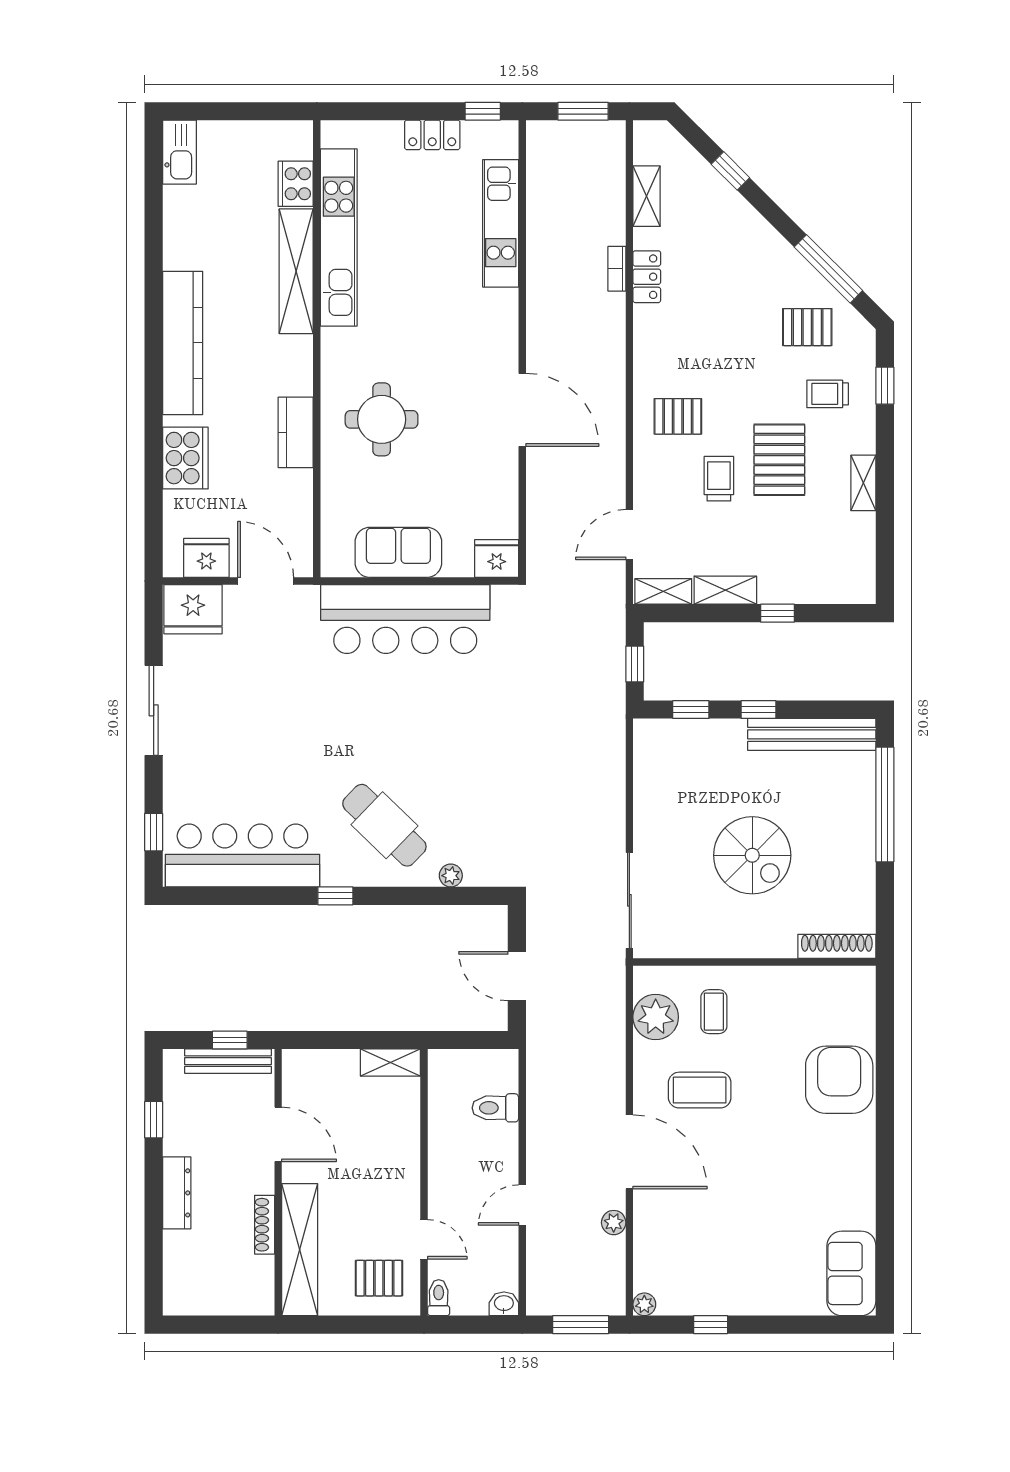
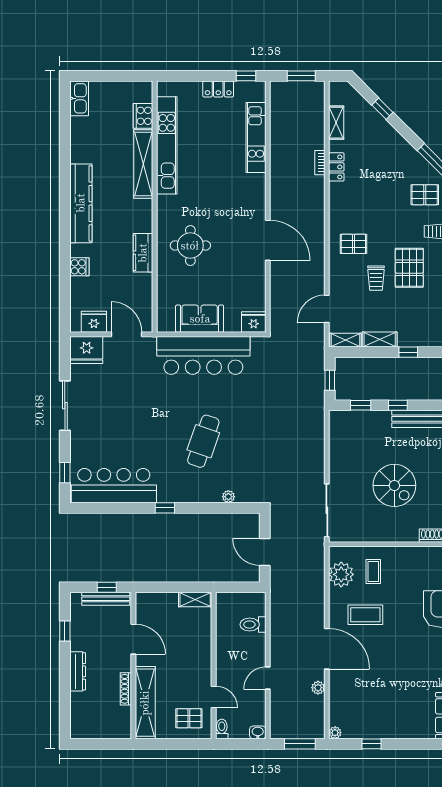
cooker: (185, 458) -> (79, 267), width x0.53, depth x0.76
trolley: (719, 479) -> (376, 278), turned 180
cafe table: (384, 825) -> (203, 441), moved, turned 65

